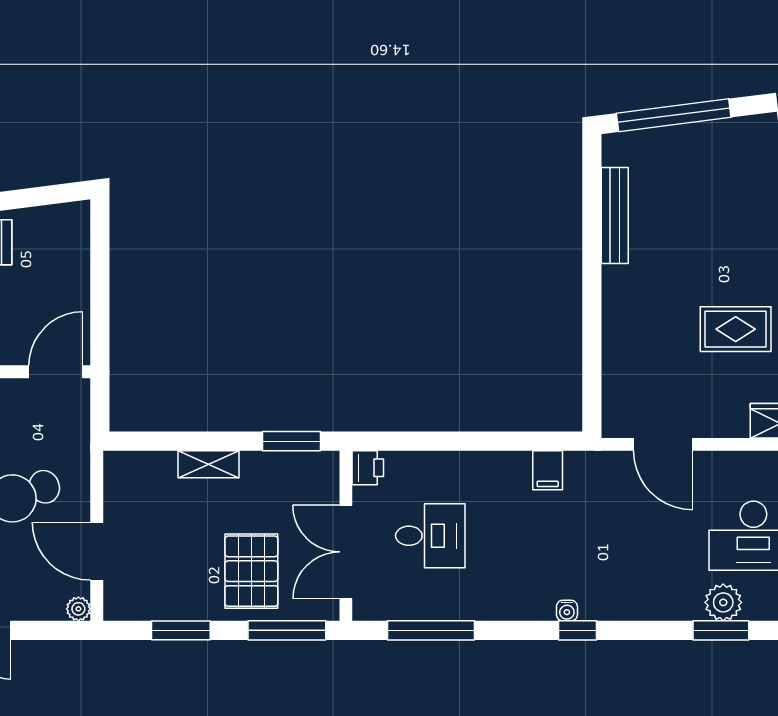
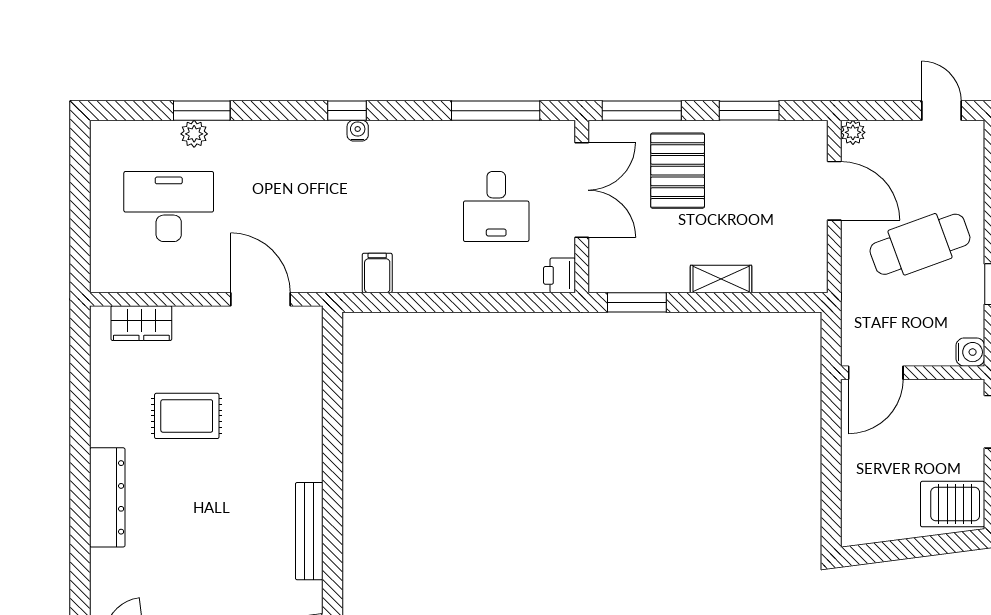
desk: (430, 536) -> (496, 206), turned -90
plant: (723, 602) -> (194, 134), width x0.73, depth x0.73

